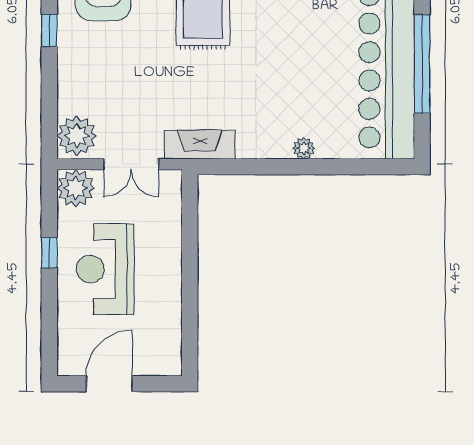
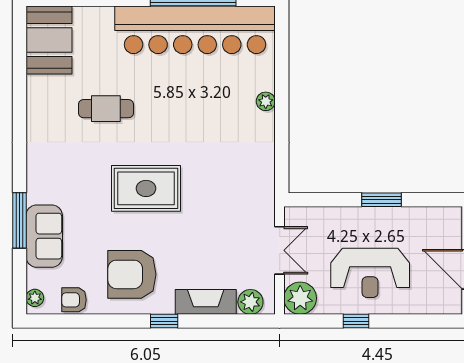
plant: (77, 136) -> (250, 302), width x0.73, depth x0.73
fireplace: (200, 145) -> (206, 302), moved, turned 90
window: (190, 282) -> (382, 200), added

